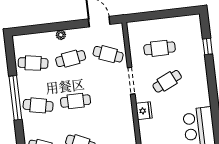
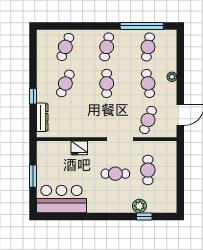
plant: (197, 53) -> (139, 206), added
cafe table: (167, 81) -> (115, 174), turned -65
window: (15, 98) -> (142, 26), moved
fridge: (144, 111) -> (79, 148), moved

